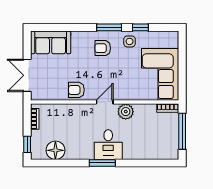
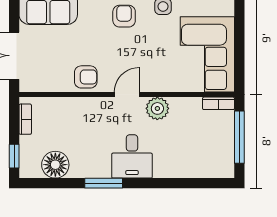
armchair: (103, 48) -> (124, 16), turned 90
armchair: (76, 90) -> (86, 77), turned 180
window: (102, 163) -> (104, 183), moved

